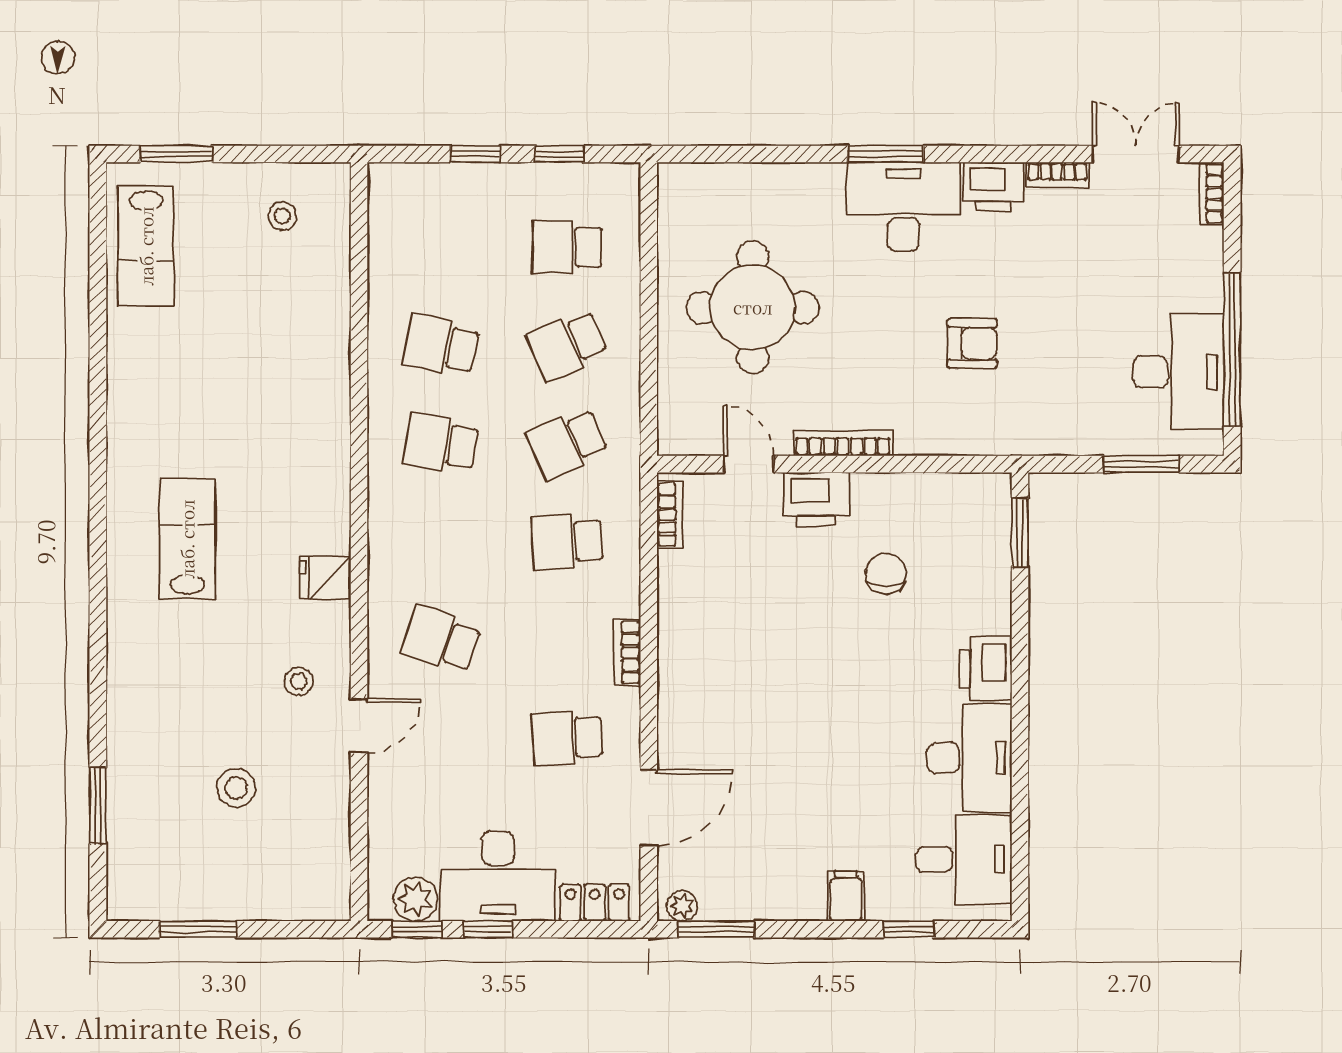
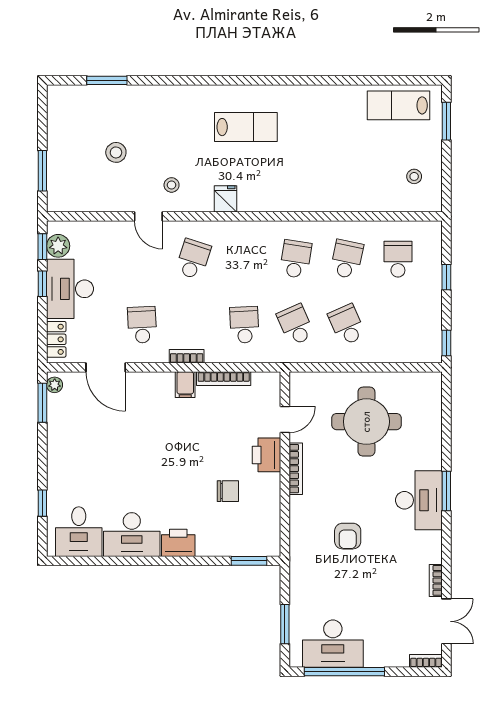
window: (559, 154) -> (446, 343), moved
printer: (993, 187) -> (429, 547), removed
school desk: (567, 247) -> (398, 259), moved
bookcase: (670, 515) -> (224, 379), moved, width x1.56
filing cabinet: (846, 896) -> (185, 385), moved, turned 90
window: (198, 929) -> (42, 171), moved

